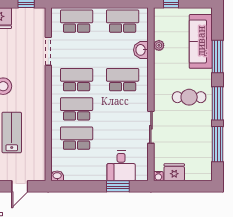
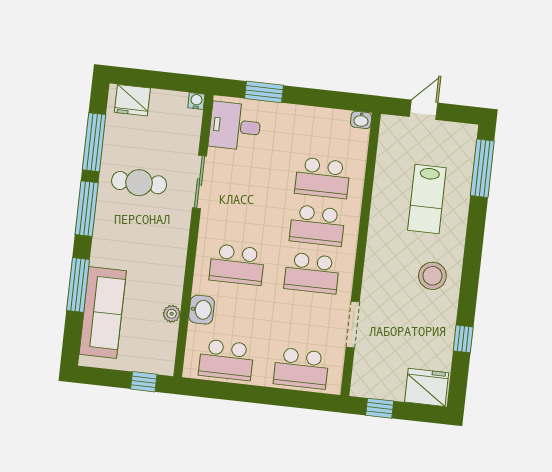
cafe table: (189, 97) -> (139, 183), moved
desk: (121, 166) -> (235, 126), moved, turned -90
fridge: (174, 172) -> (132, 100), moved

